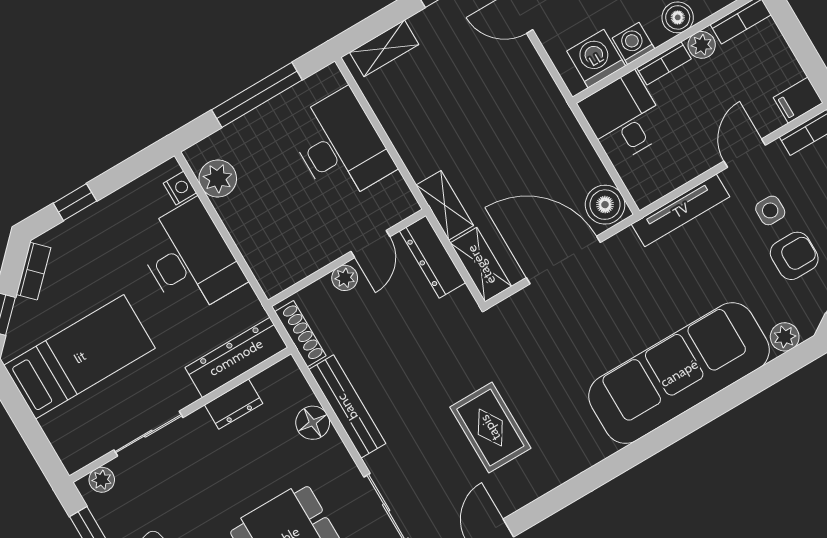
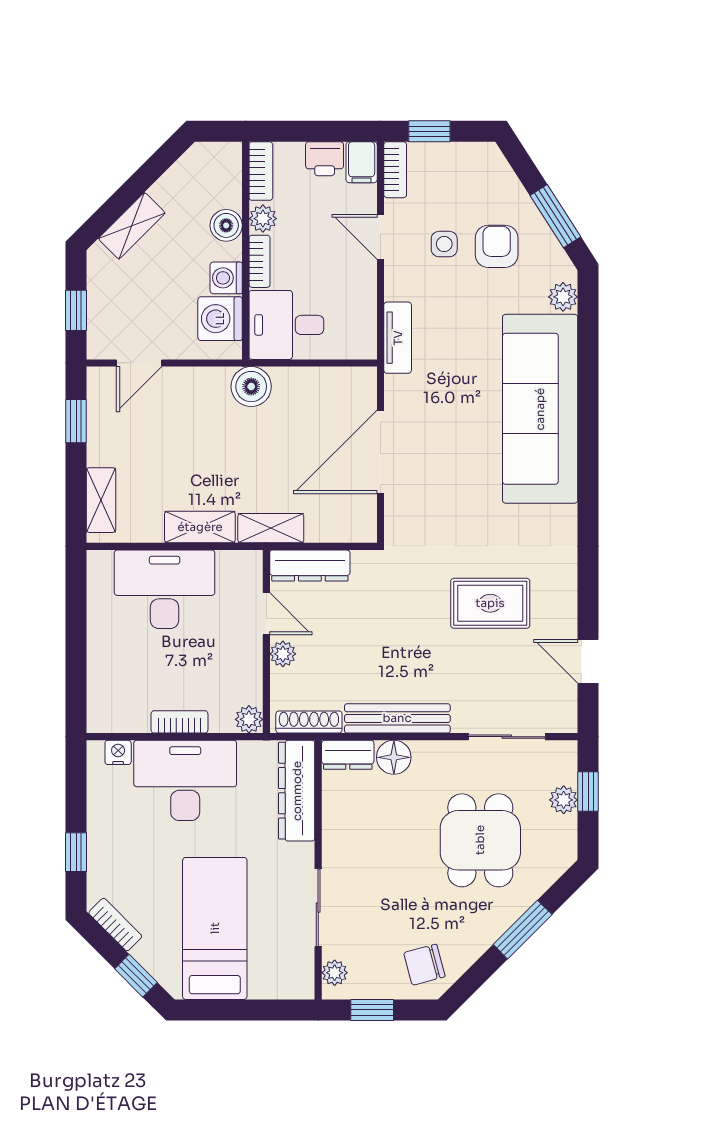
printer: (783, 67) -> (325, 159), added
window: (257, 95) -> (76, 636), removed
plant: (218, 178) -> (249, 719), moved, width x0.73, depth x0.73
boiler: (605, 205) -> (251, 387), moved
tv unit: (681, 210) -> (398, 338), width x0.71
bookcase: (236, 225) -> (179, 722), added
shelving: (481, 265) -> (200, 527), moved
dresser: (234, 404) -> (348, 755), moved, turned 90

